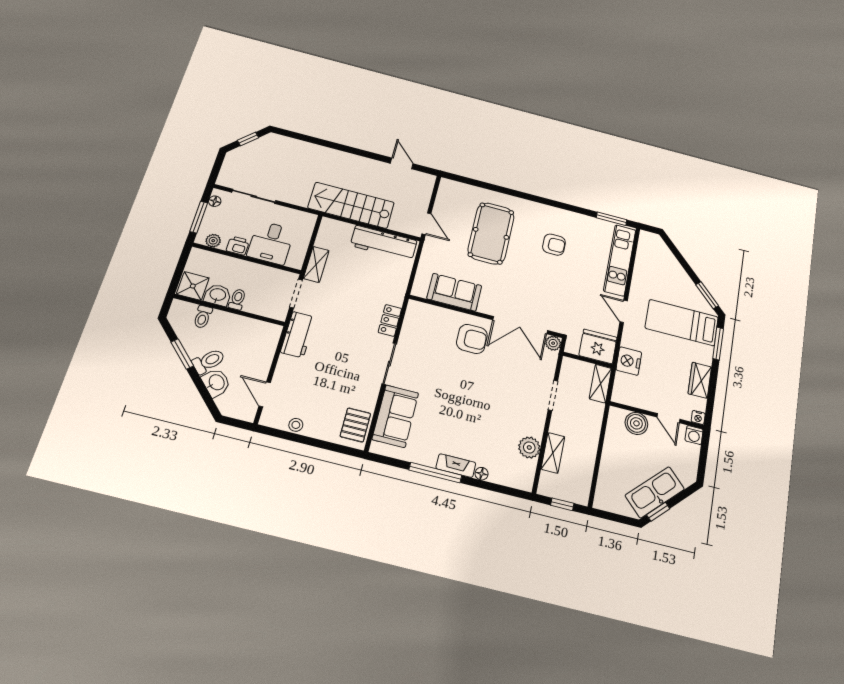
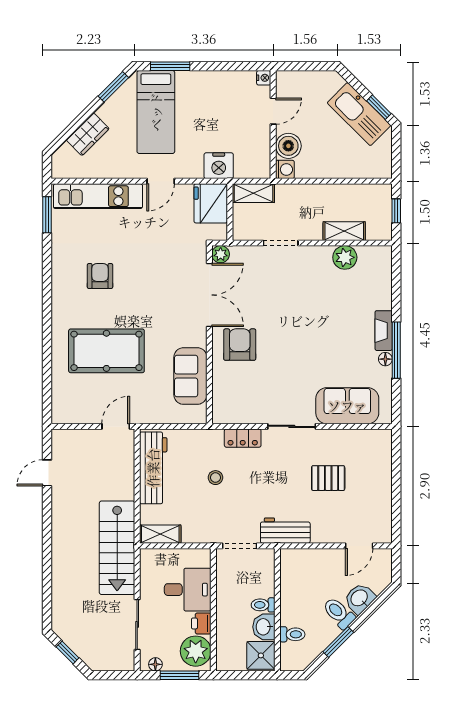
stairs: (351, 205) -> (117, 548), moved
plant: (213, 241) -> (196, 651), width x1.88, depth x1.88
shelving: (316, 264) -> (160, 534), moved
wardrobe: (700, 380) -> (88, 134), moved, turned -45
stool: (296, 425) -> (215, 478), moved
pallet: (355, 425) -> (328, 478), moved
washing machine: (694, 435) -> (285, 169), moved
floor lamp: (482, 474) -> (385, 359), moved

